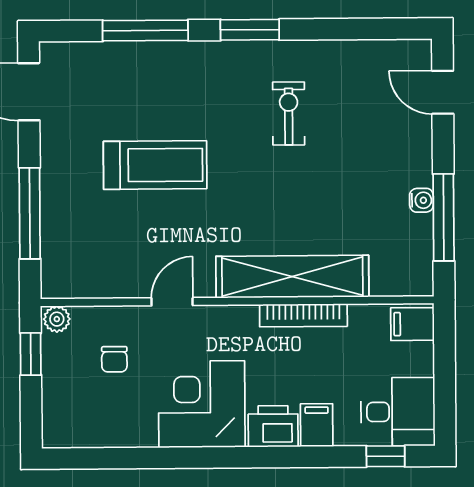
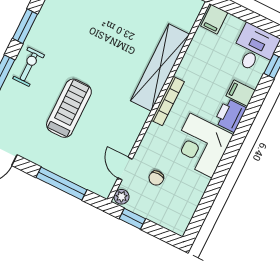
exercise bike: (289, 113) -> (29, 67), moved, turned 90
door: (172, 302) -> (125, 169), moved
bookcase: (303, 315) -> (168, 101), moved
chair: (114, 359) -> (156, 178), turned 90

